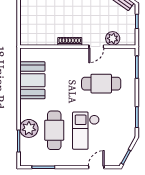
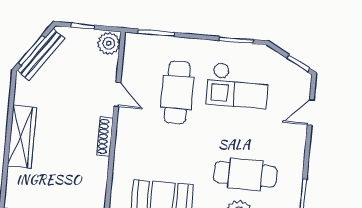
plant: (113, 38) -> (109, 43), moved
checkout: (86, 131) -> (238, 86), moved
door: (96, 167) -> (311, 112), hinge flipped

